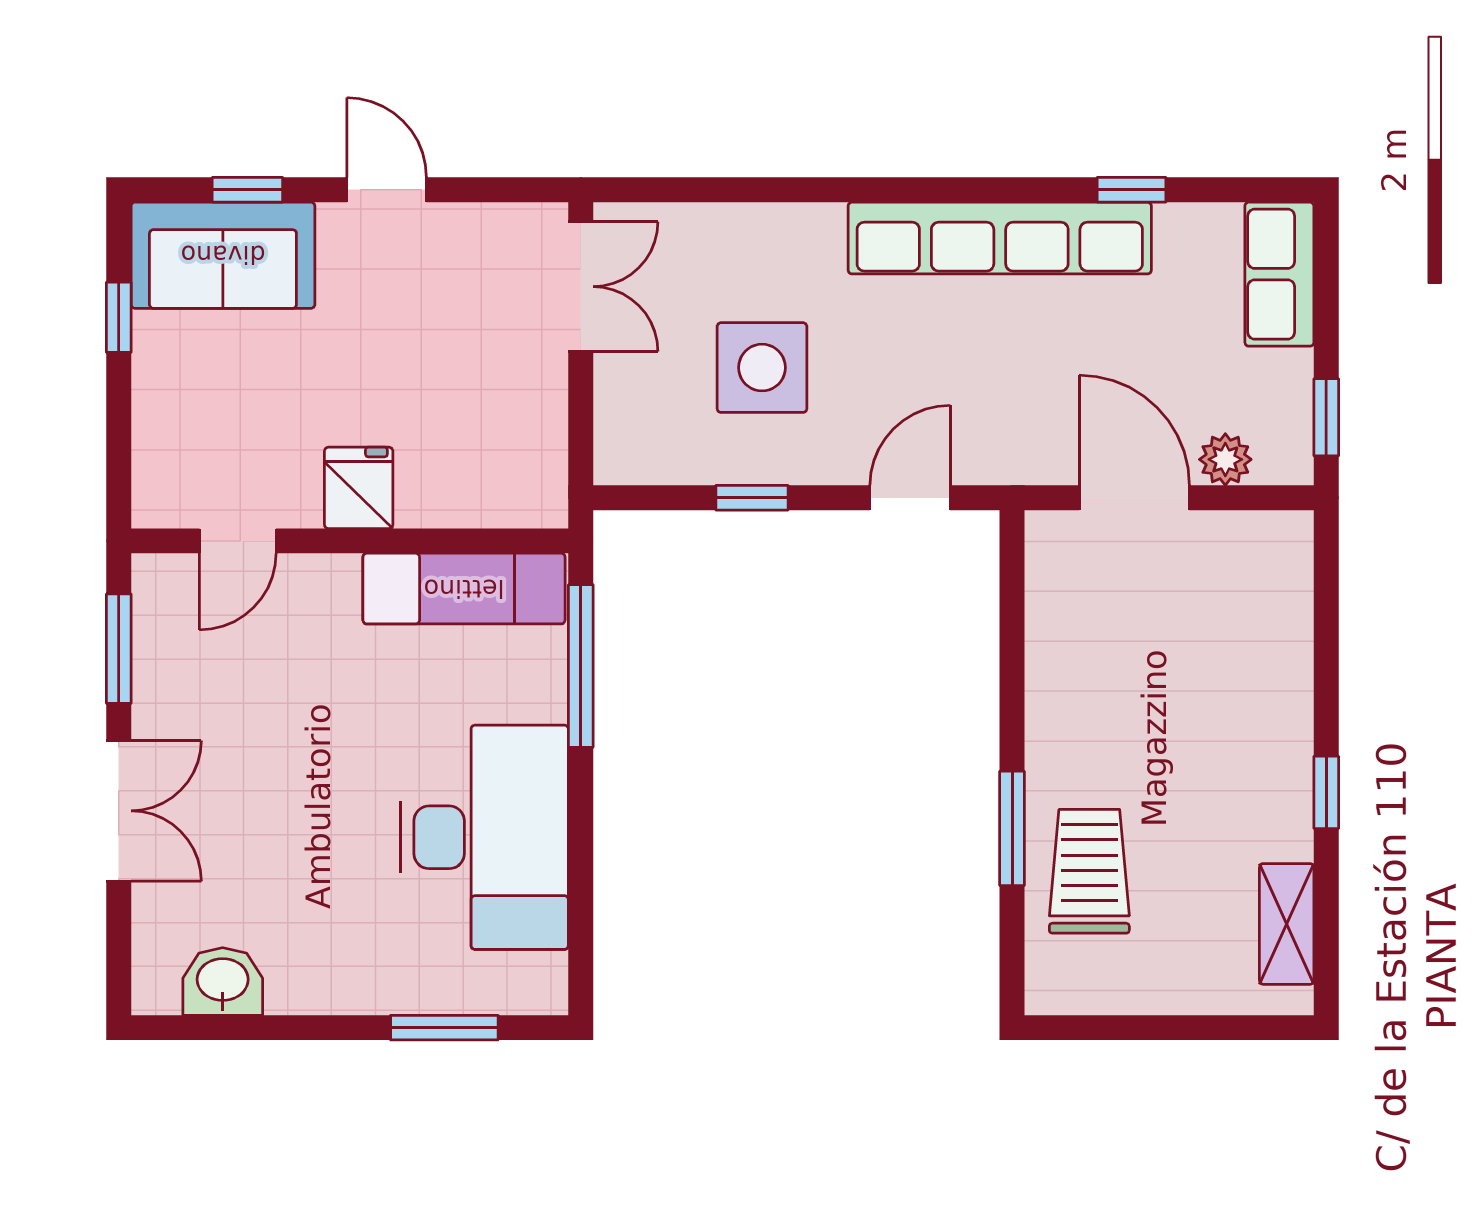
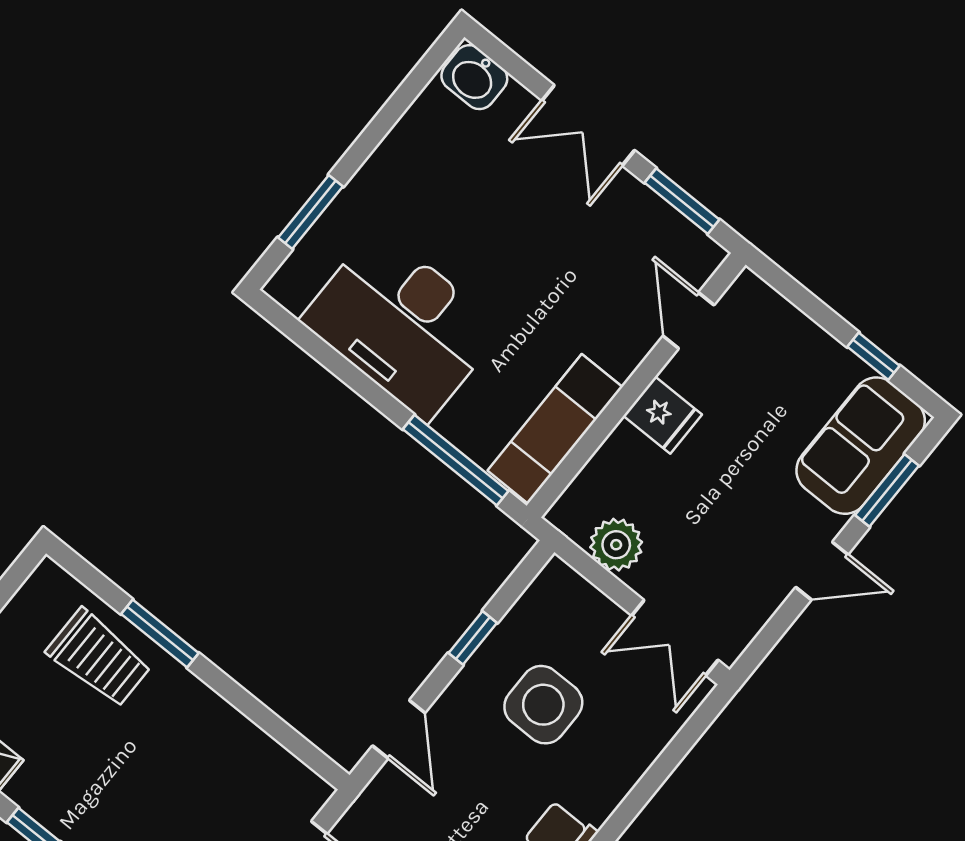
window: (247, 190) -> (887, 490), width x1.50
plant: (533, 427) -> (616, 545), added
washbasin: (223, 981) -> (474, 77), moved, turned 90

